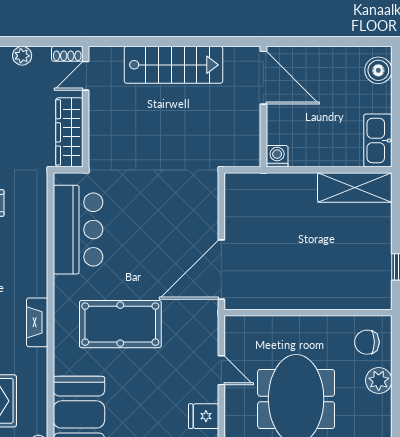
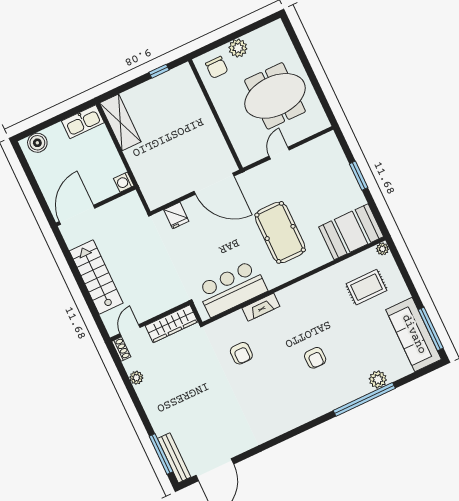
door: (86, 76) -> (130, 331), swing flipped
fireplace: (37, 322) -> (261, 307), moved
fridge: (204, 416) -> (176, 215), moved

